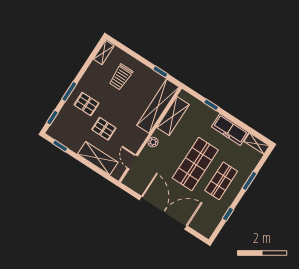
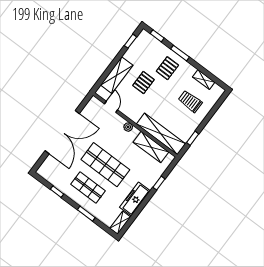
shelving: (104, 52) -> (204, 80), moved
door: (132, 162) -> (111, 107), hinge flipped

